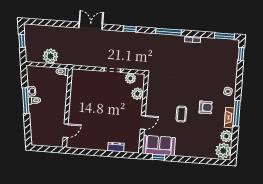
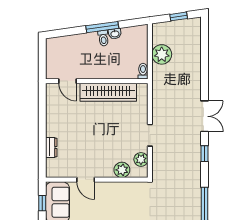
double door: (91, 26) -> (204, 116), moved
wardrobe: (77, 100) -> (108, 92), added

